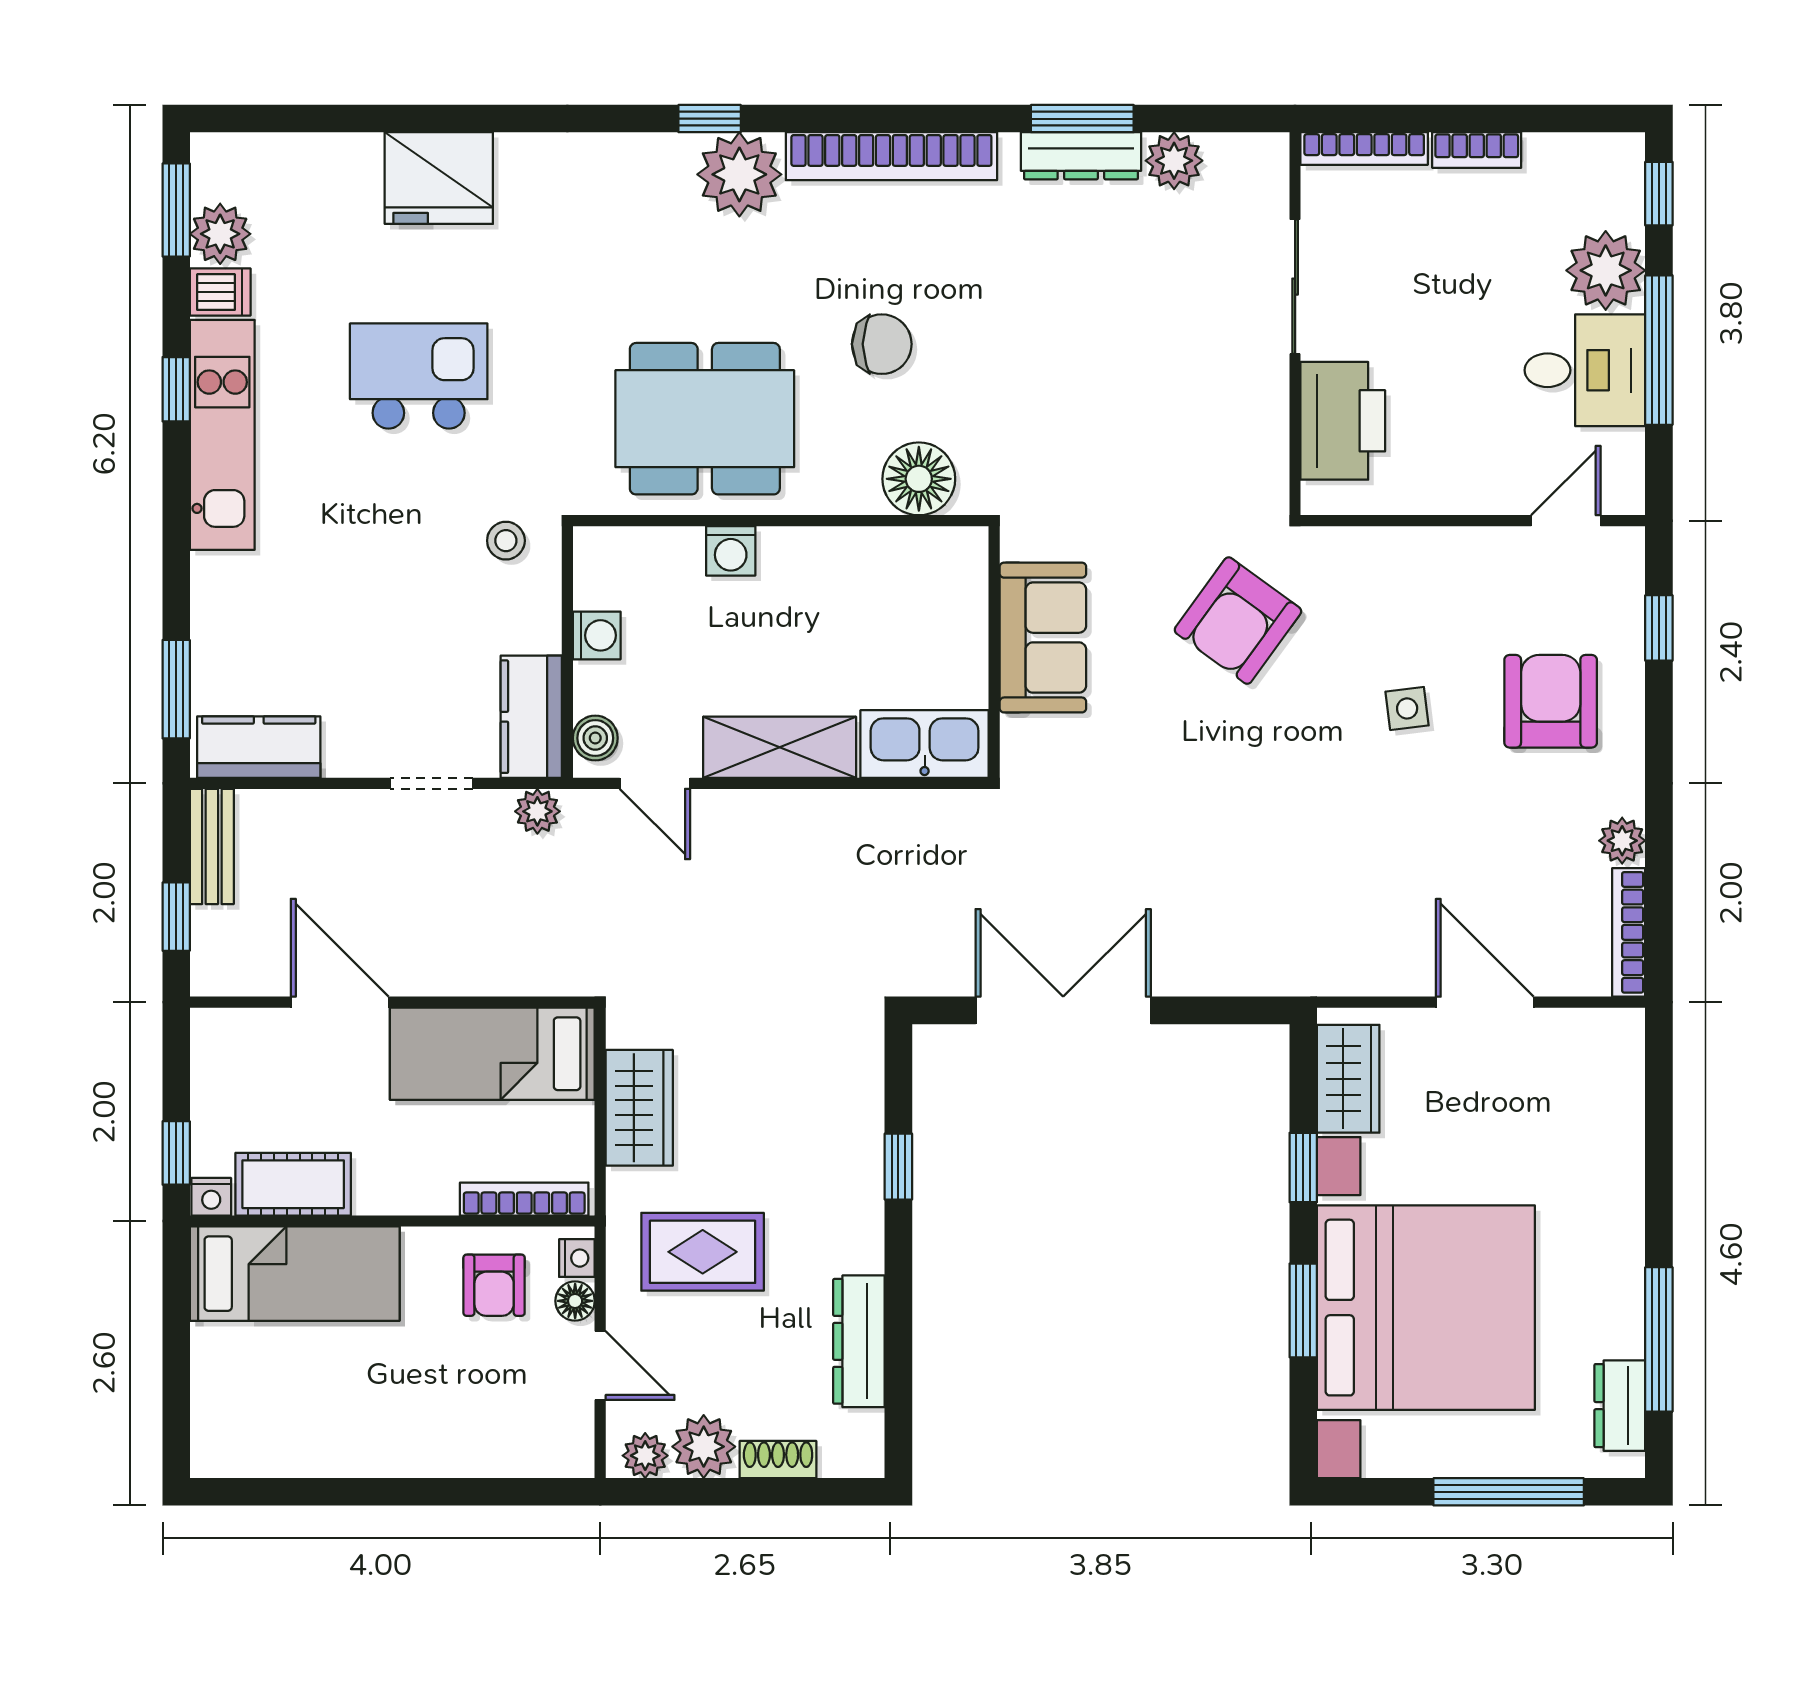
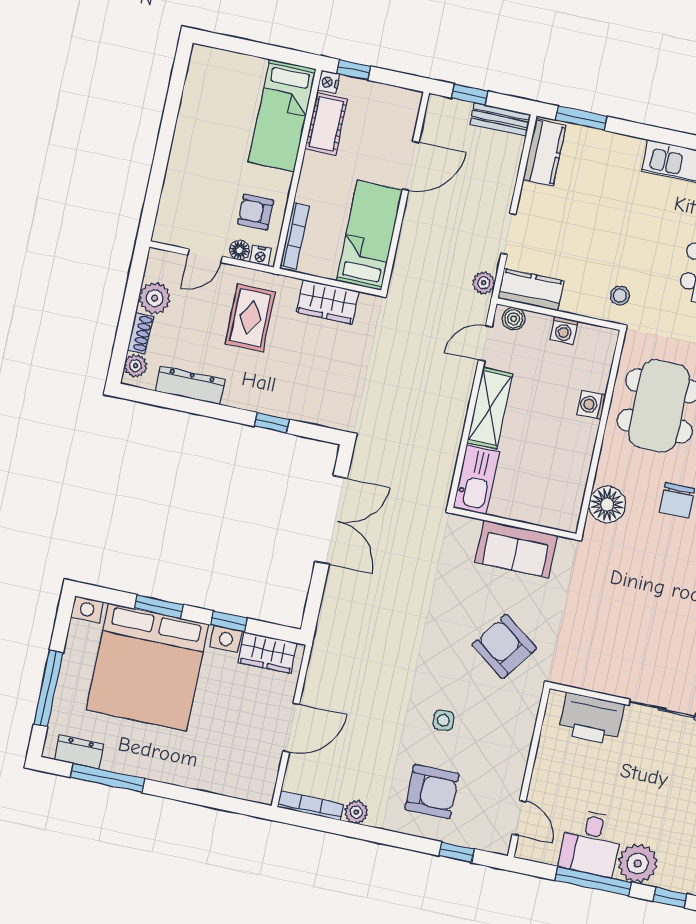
plant: (645, 1456) -> (136, 366), moved

